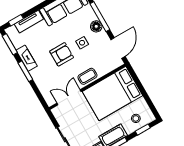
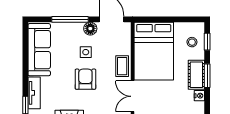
floor lamp: (96, 26) -> (90, 29), moved

